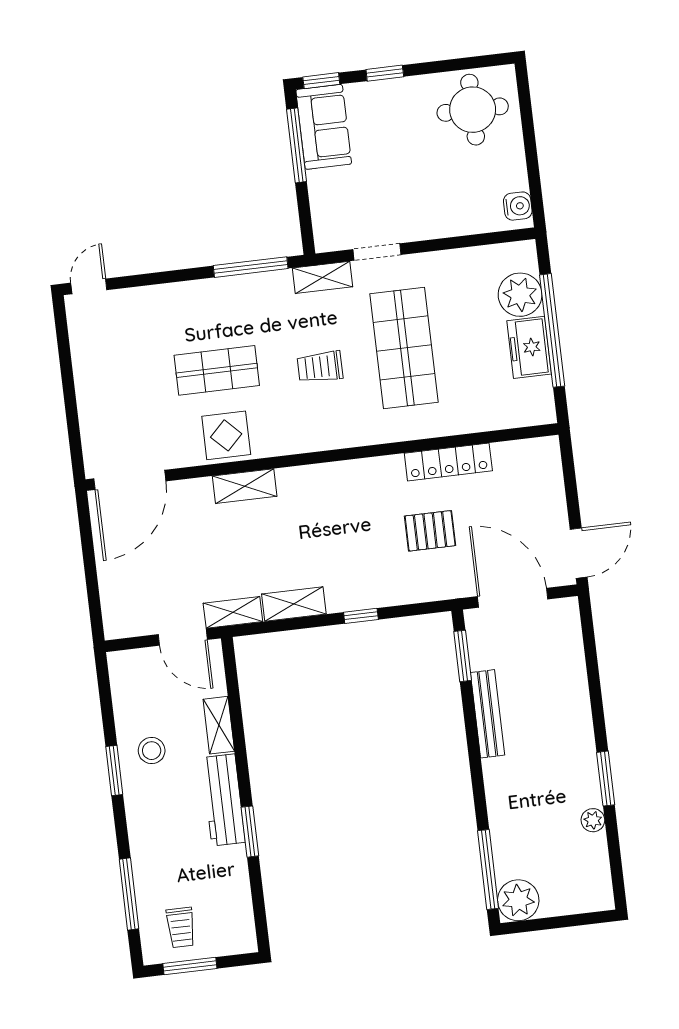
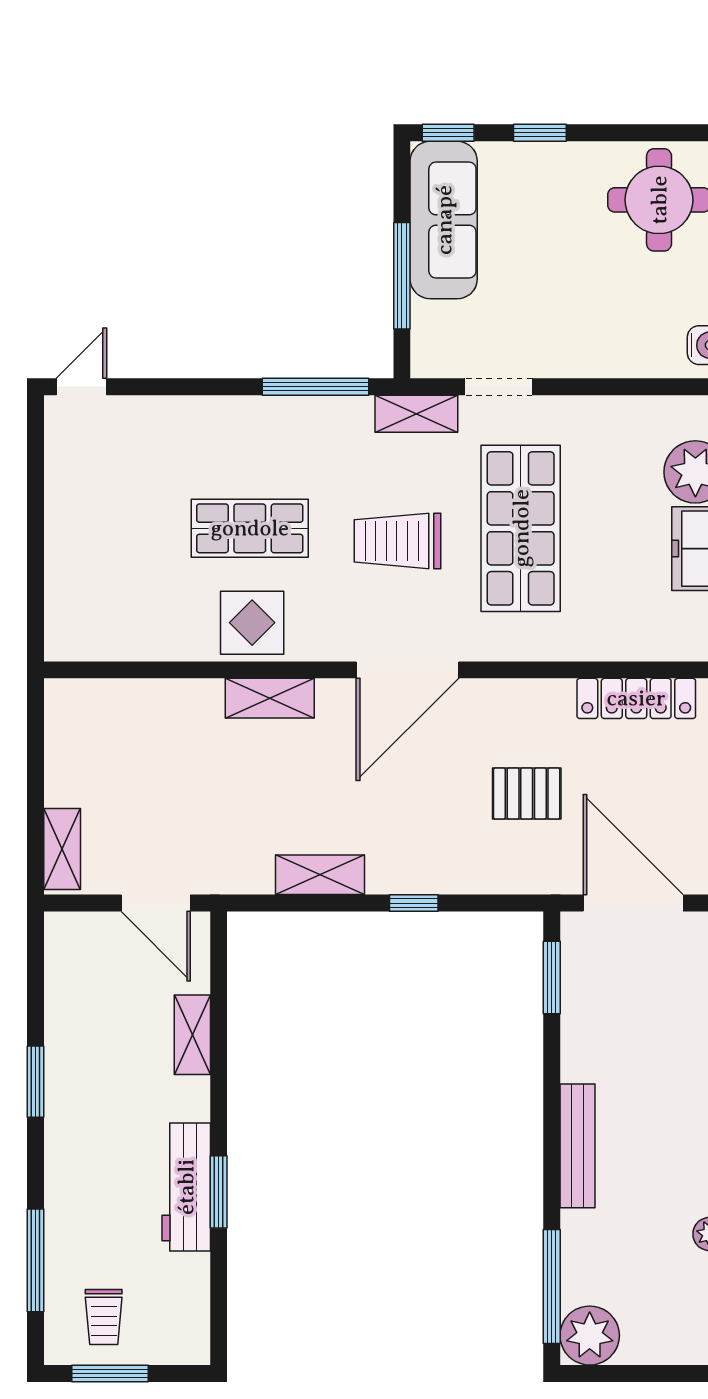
sofa: (324, 127) -> (444, 220), width x1.36
window: (297, 145) -> (402, 276), moved
trolley: (320, 367) -> (398, 541), width x1.36, depth x1.39
locker: (448, 462) -> (636, 698), moved
door: (130, 480) -> (408, 670), moved
shelving: (233, 612) -> (62, 849), moved, turned 90
bench: (487, 714) -> (577, 1146), moved
stool: (152, 751) -> (92, 1060), removed
workbench: (223, 800) -> (186, 1187), moved

